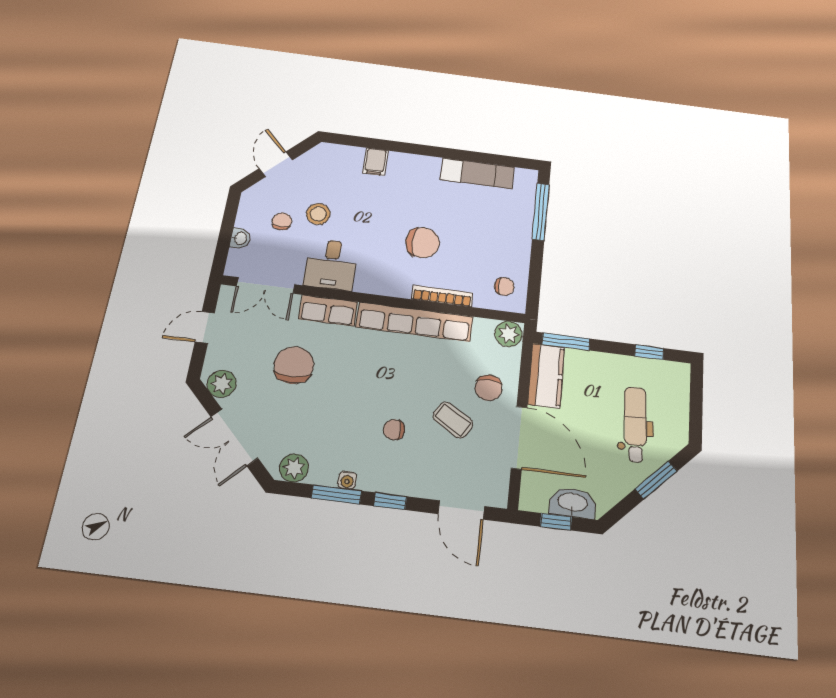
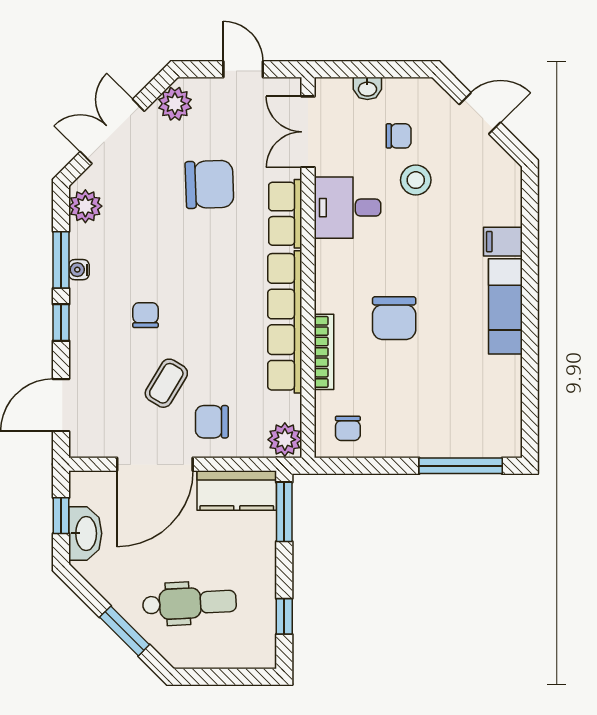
exam couch: (477, 173) -> (505, 306), moved

